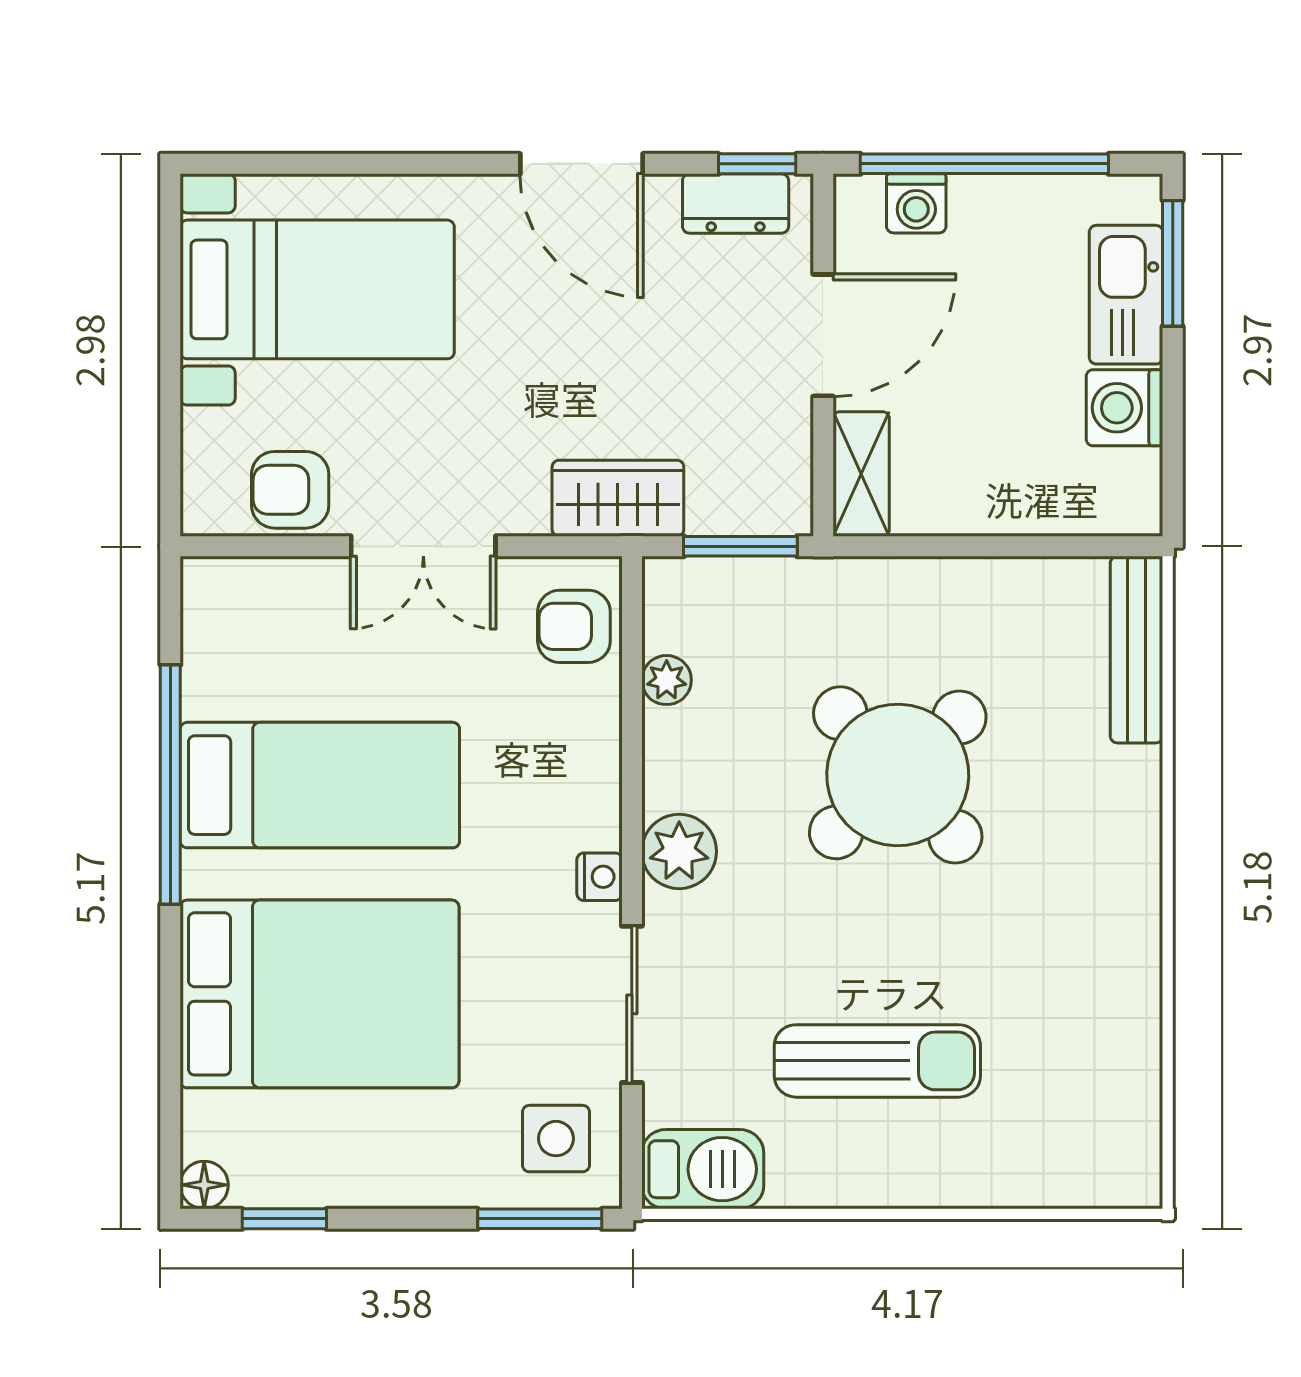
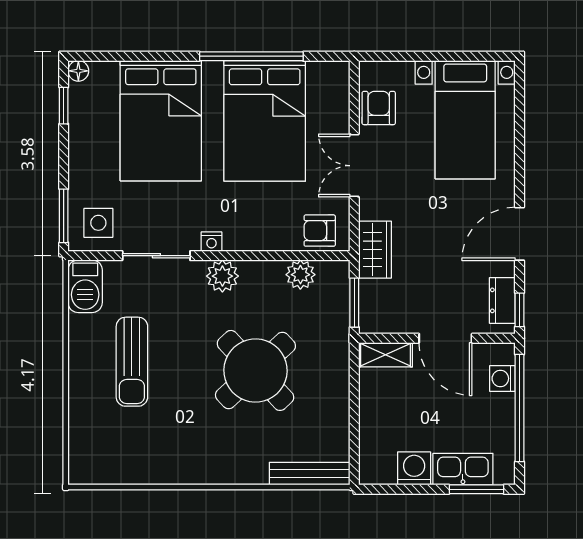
armchair: (574, 626) -> (320, 231), turned -90
plant: (667, 680) -> (300, 275), width x1.38, depth x1.38
bed: (320, 785) -> (265, 121), width x1.50

